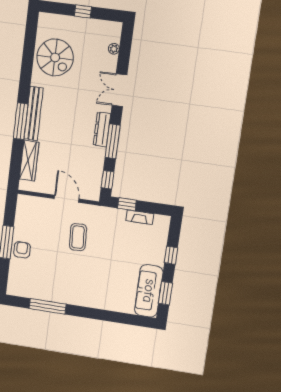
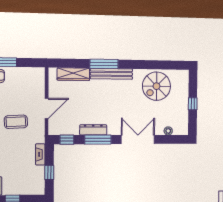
double door: (119, 90) -> (138, 140), width x1.37
dresser: (102, 129) -> (93, 130), moved
window: (127, 204) -> (49, 173), moved
fireplace: (140, 217) -> (40, 154), moved

